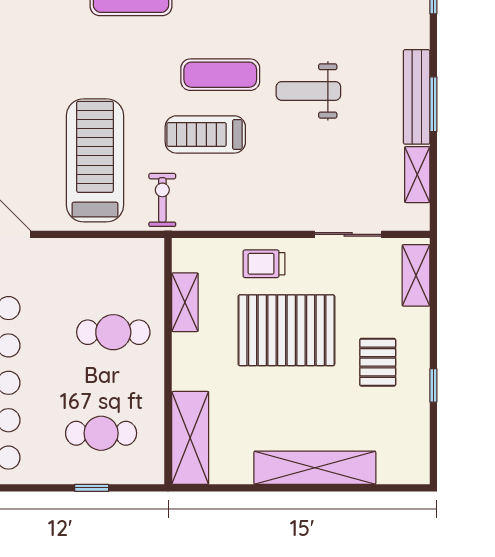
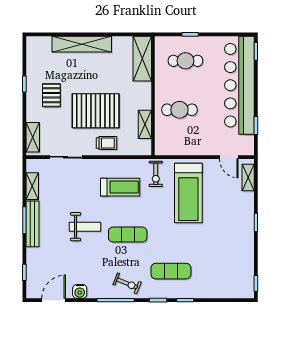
treadmill: (205, 134) -> (120, 187), moved

